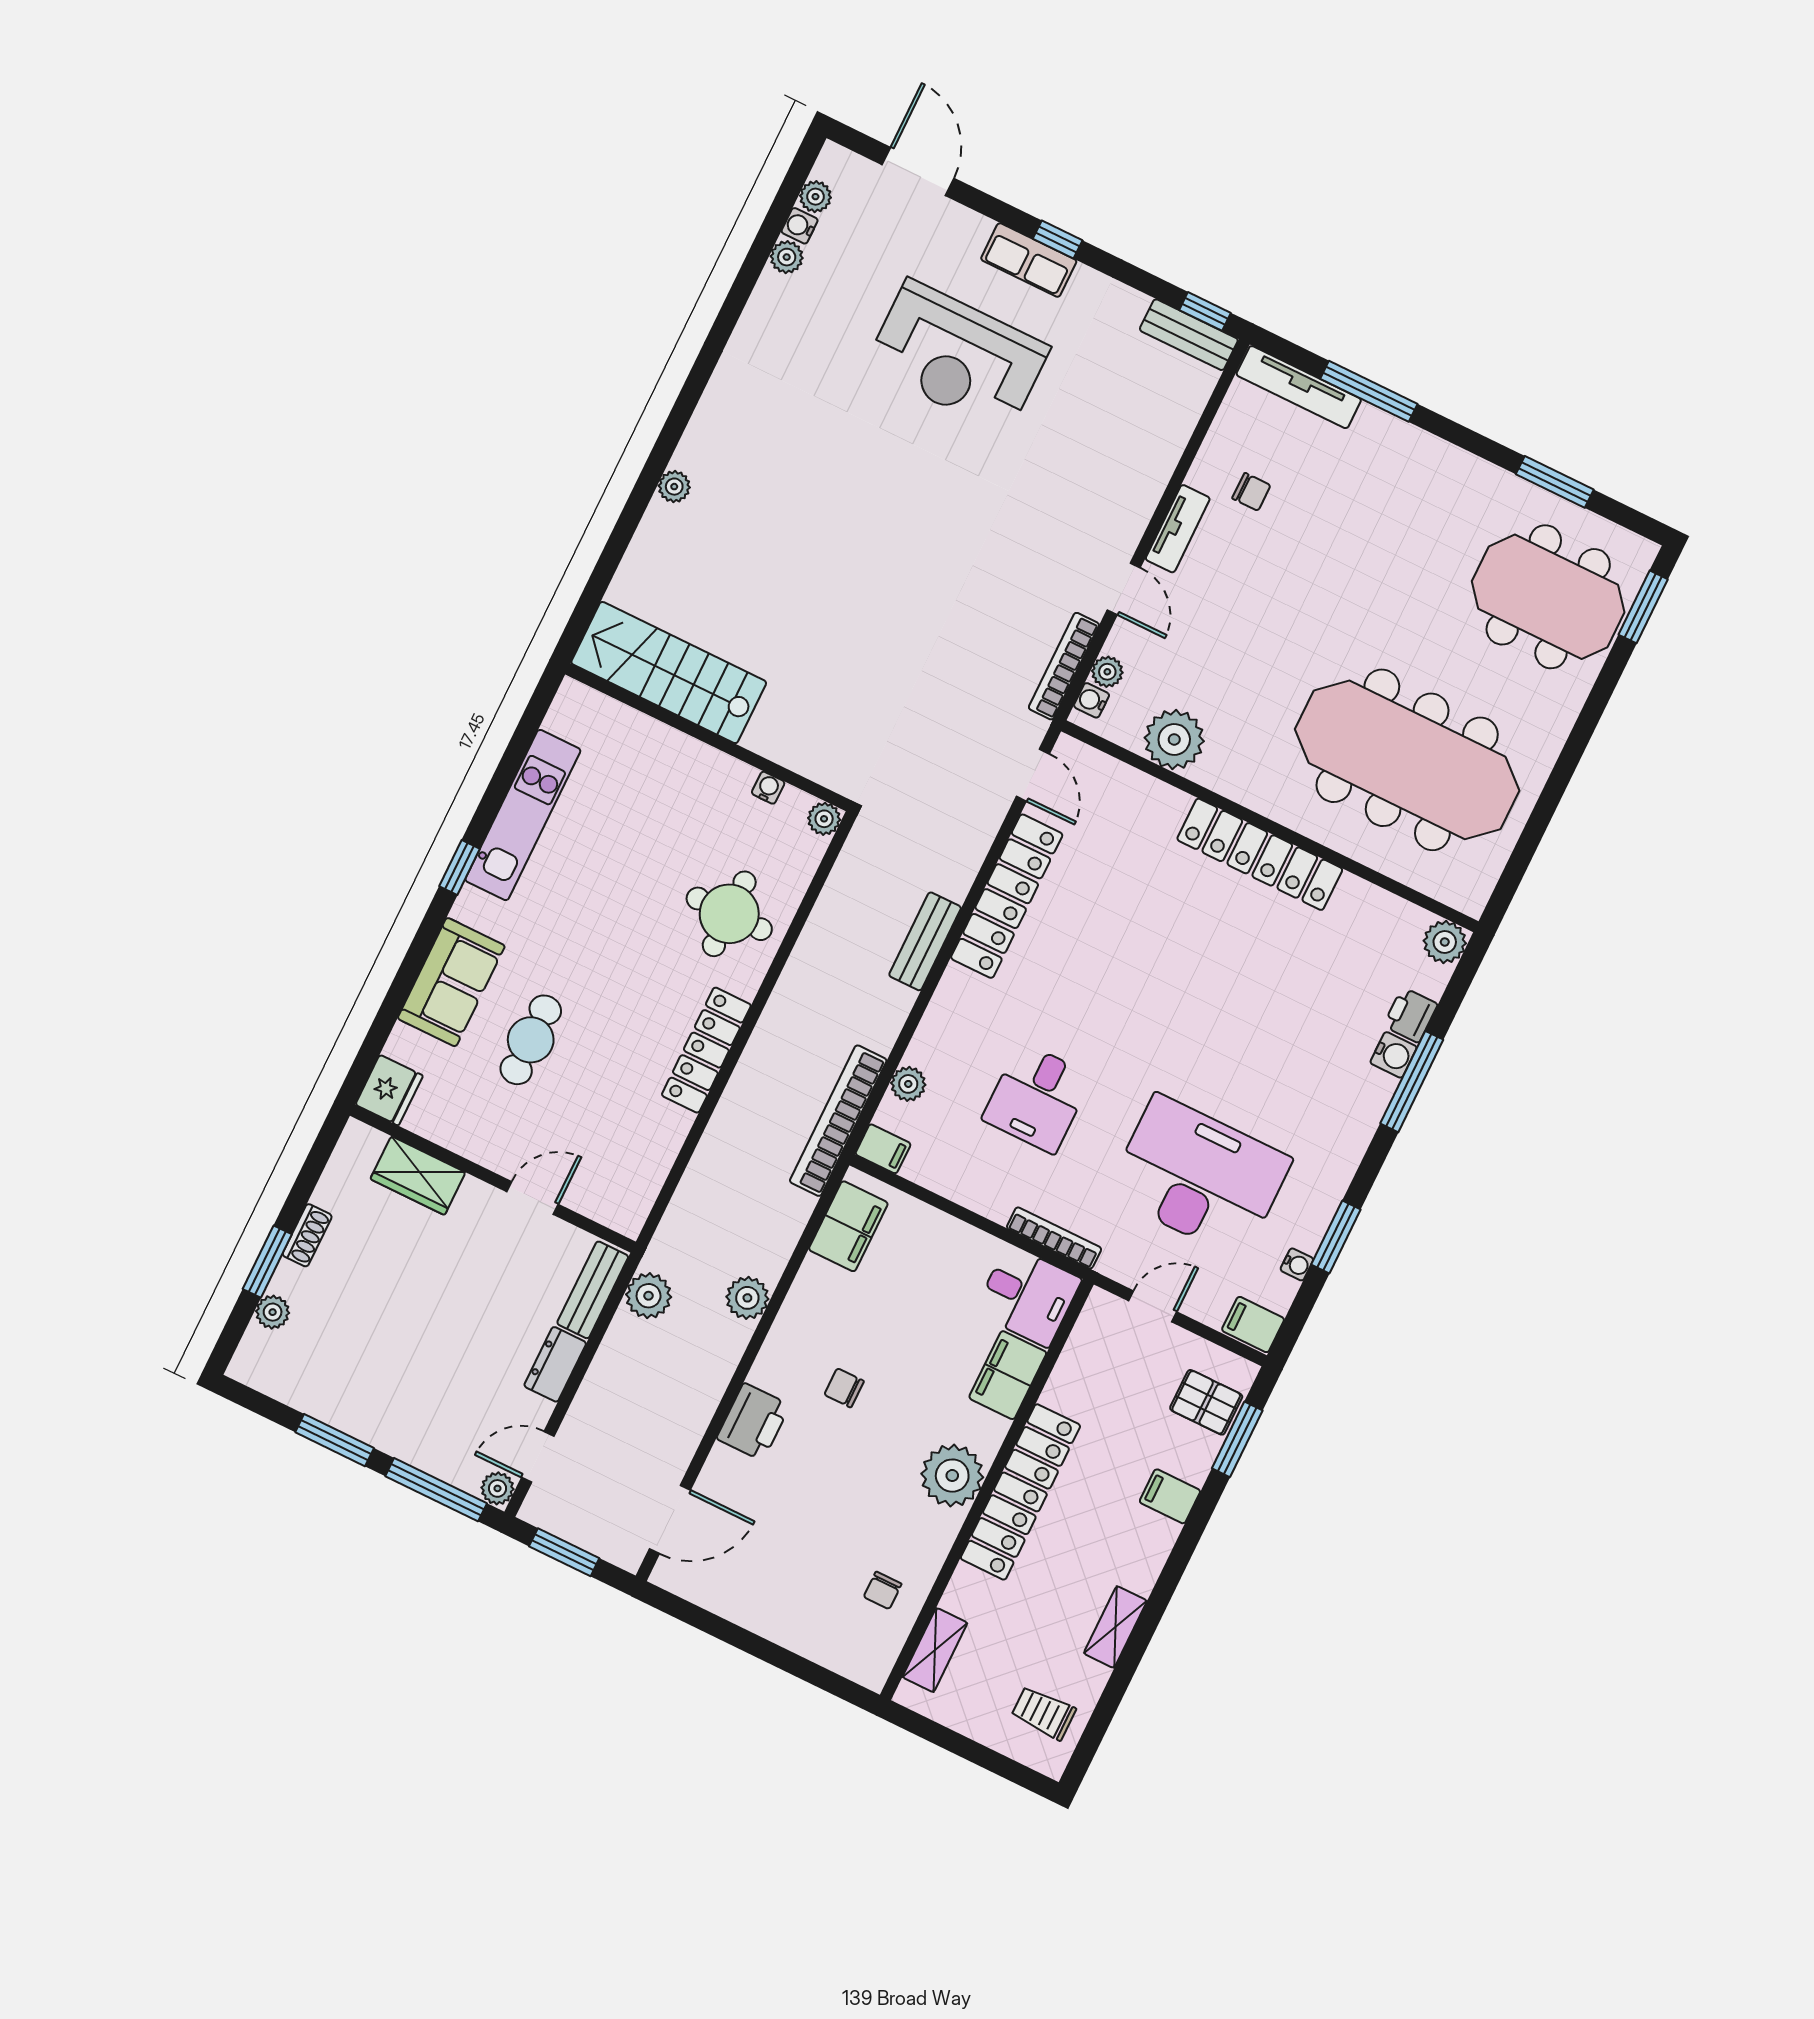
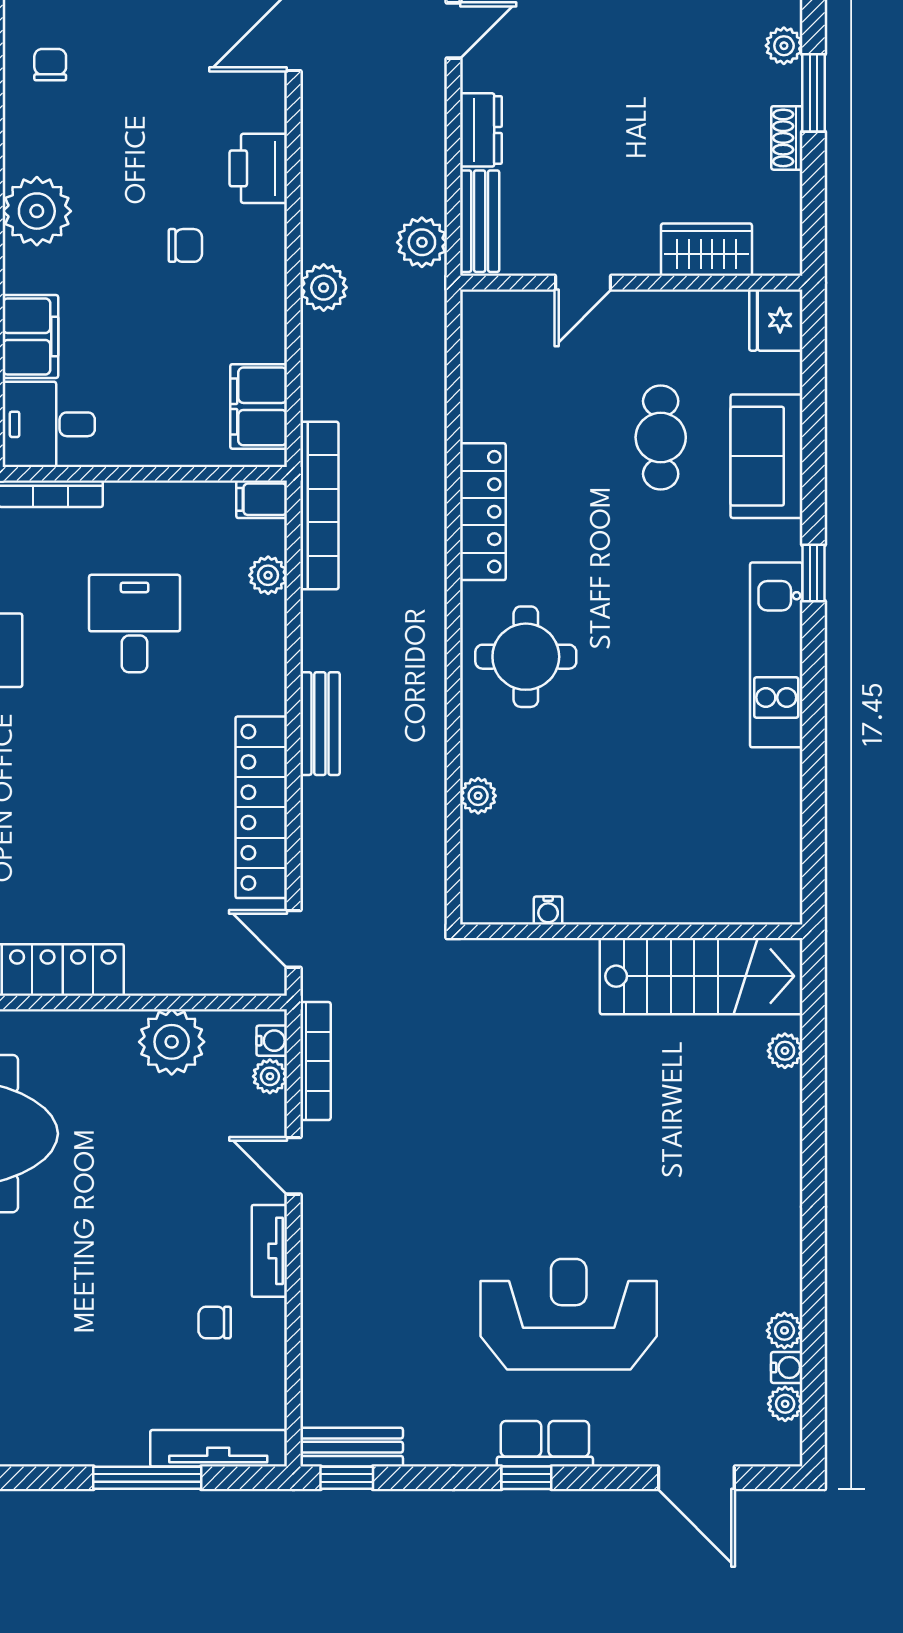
stairs: (669, 673) -> (701, 976), moved
wall: (708, 737) -> (631, 931), moved
water cooler: (768, 788) -> (548, 911), moved

